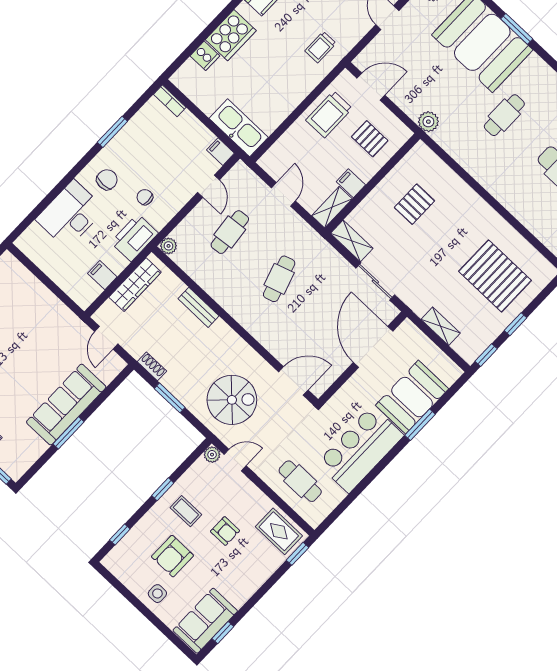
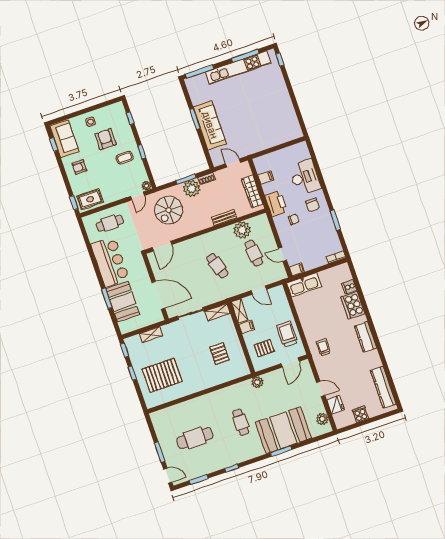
plant: (168, 246) -> (242, 230), moved, width x1.87, depth x1.87
plant: (179, 381) -> (192, 188), added
armchair: (225, 531) -> (79, 167), moved

